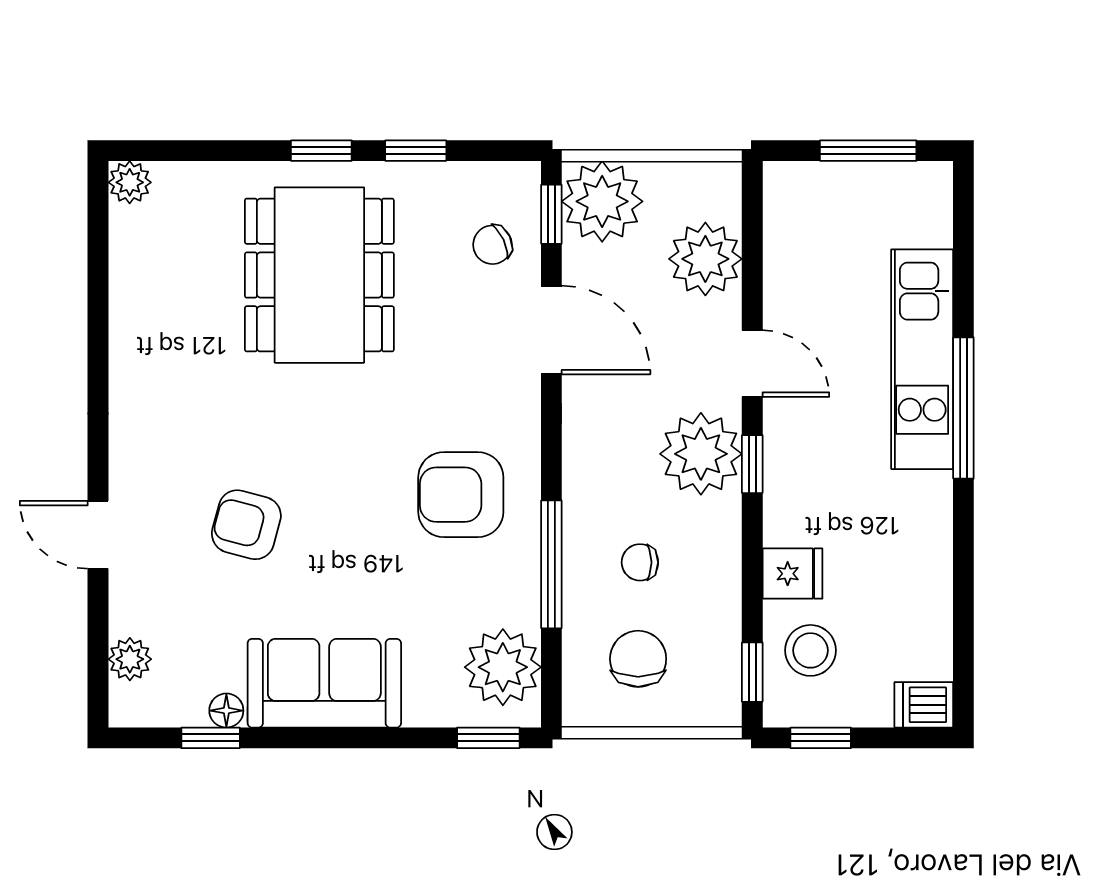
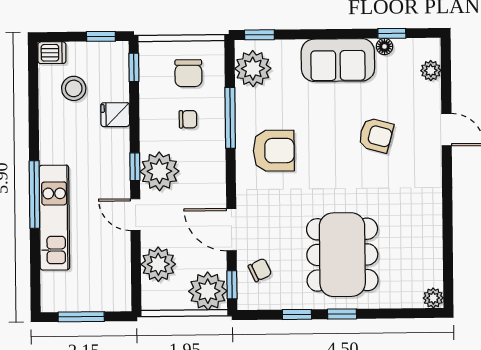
stool: (810, 650) -> (74, 88), moved

